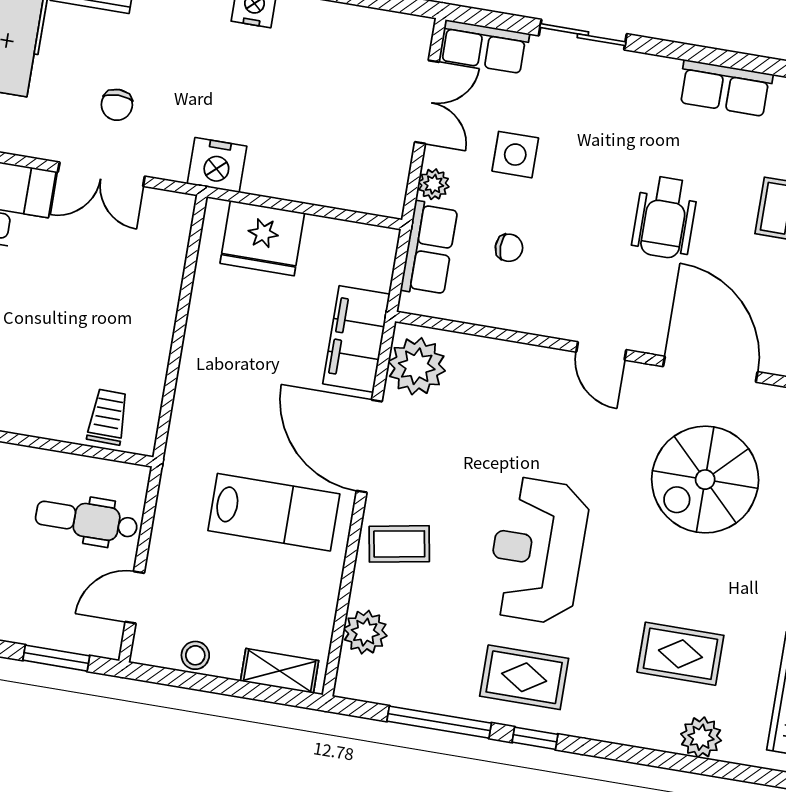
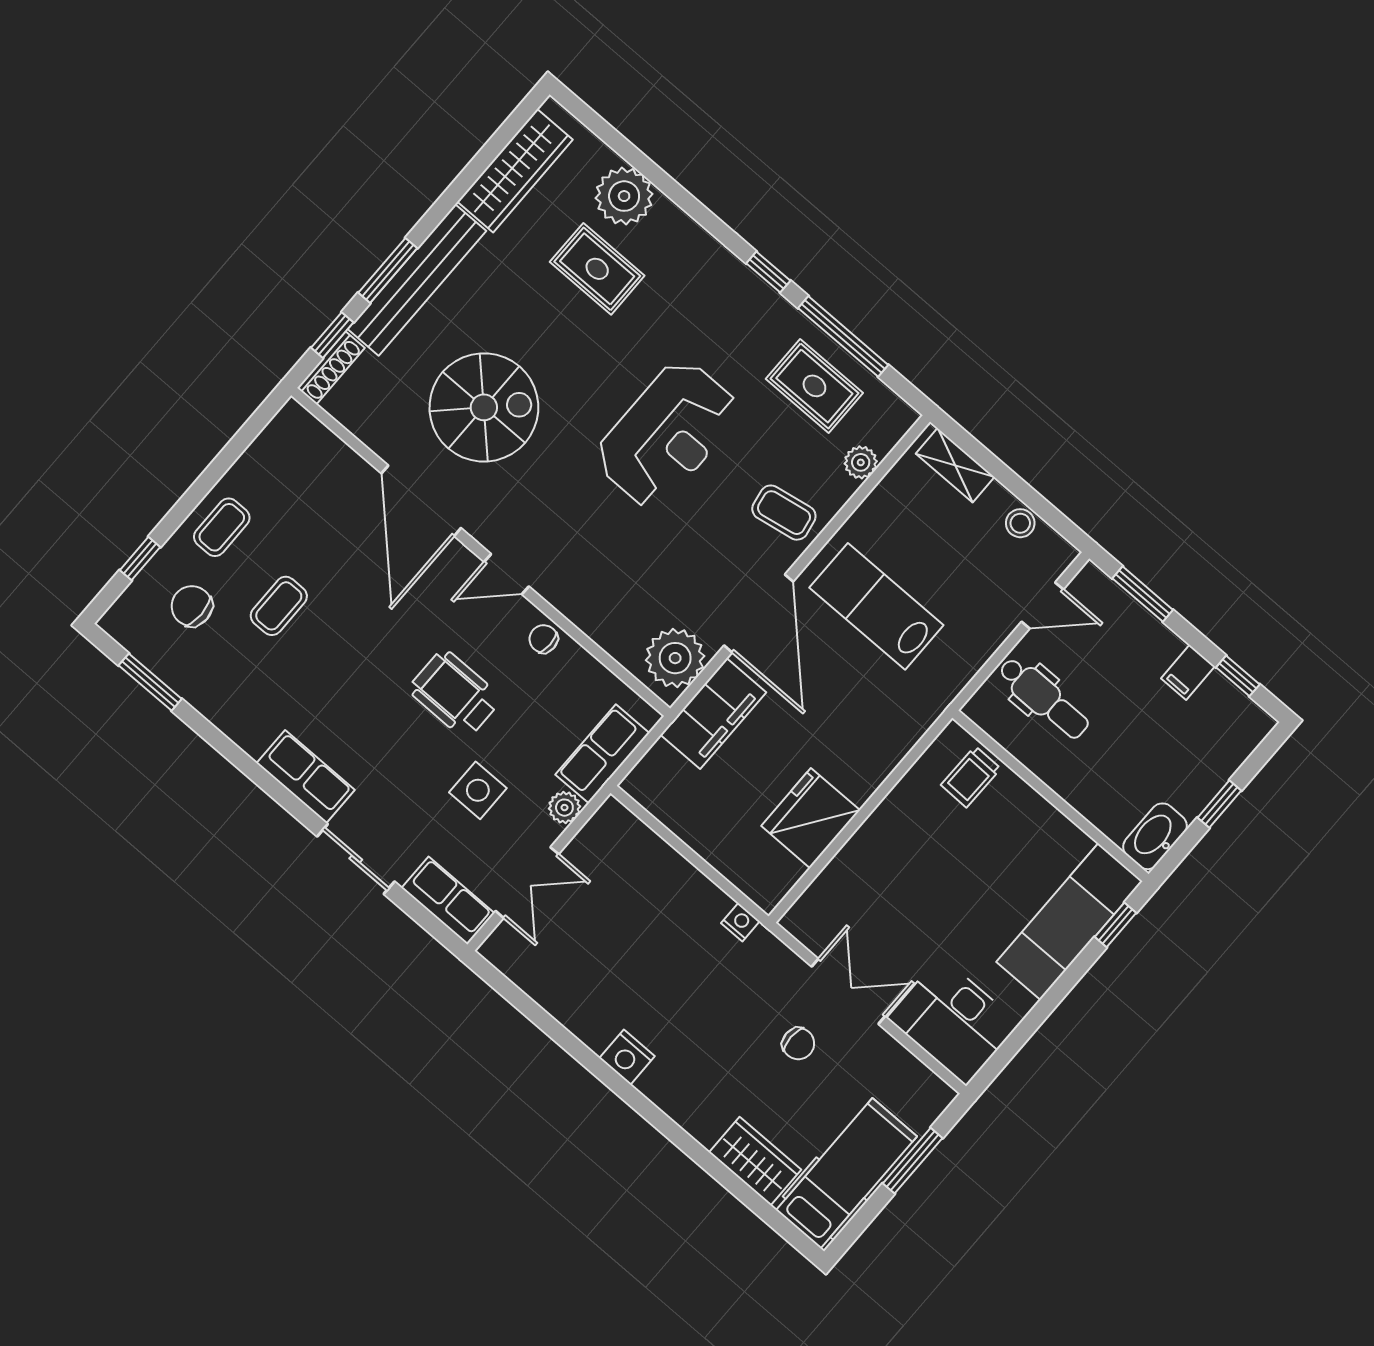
row of seats: (725, 88) -> (306, 777), moved
double door: (427, 102) -> (527, 883), swing flipped
chair: (117, 105) -> (798, 1044), turned 90
nightstand: (217, 165) -> (740, 922), width x0.53, depth x0.56
wheelchair: (665, 217) -> (455, 694), moved, turned -90
fridge: (262, 238) -> (811, 818), moved, turned -90
chair: (509, 248) -> (544, 639), moved
door: (601, 351) -> (507, 574), swing flipped
plant: (365, 632) -> (861, 462), width x0.73, depth x0.73
rug: (524, 677) -> (814, 386), moved
plant: (701, 737) -> (624, 196), width x1.36, depth x1.36

